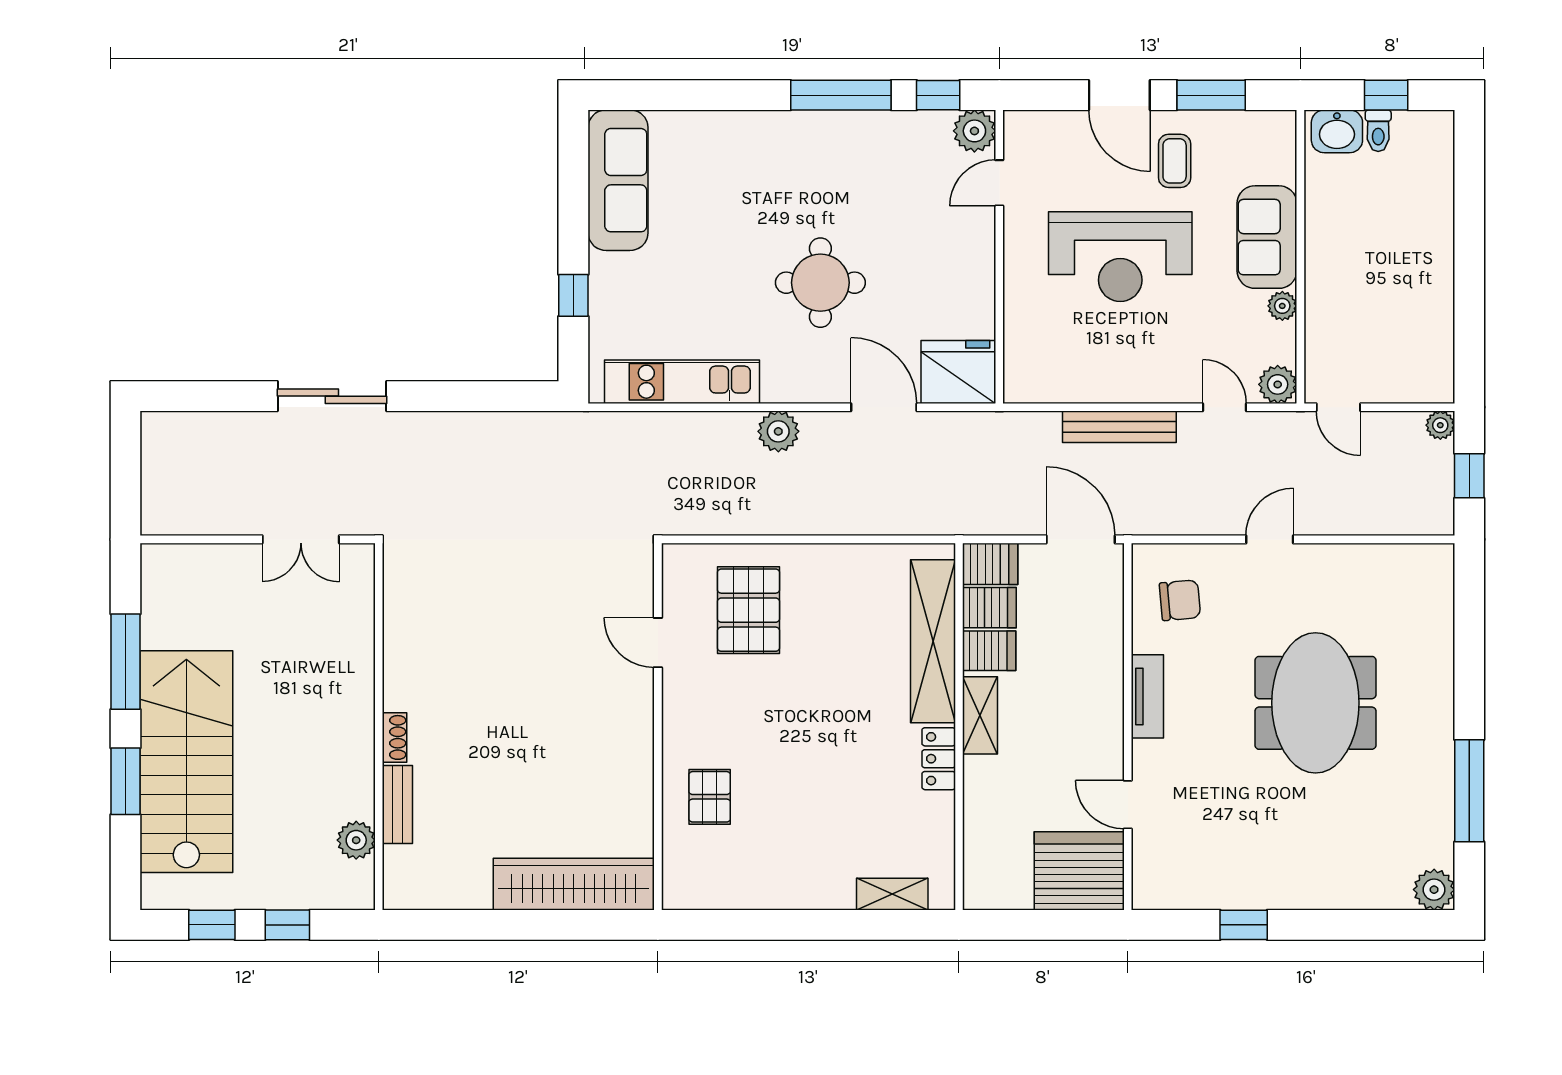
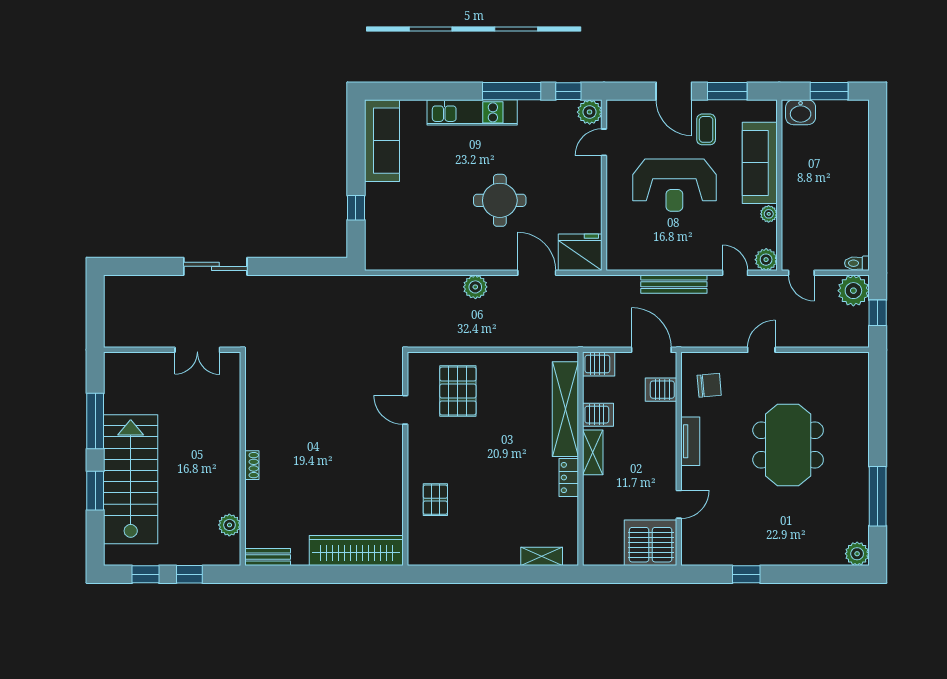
window: (1386, 95) -> (829, 91), width x1.50
toilet: (1378, 131) -> (857, 263), moved, turned 90
sofa: (1267, 237) -> (760, 163), width x1.36
kitchen unit: (682, 382) -> (472, 112), moved, turned 180
plant: (1440, 425) -> (853, 291), width x1.88, depth x1.88
server rack: (989, 608) -> (661, 390), moved, turned 180
bench: (397, 805) -> (268, 557), moved, turned 90
door: (1128, 805) -> (679, 504), swing flipped

